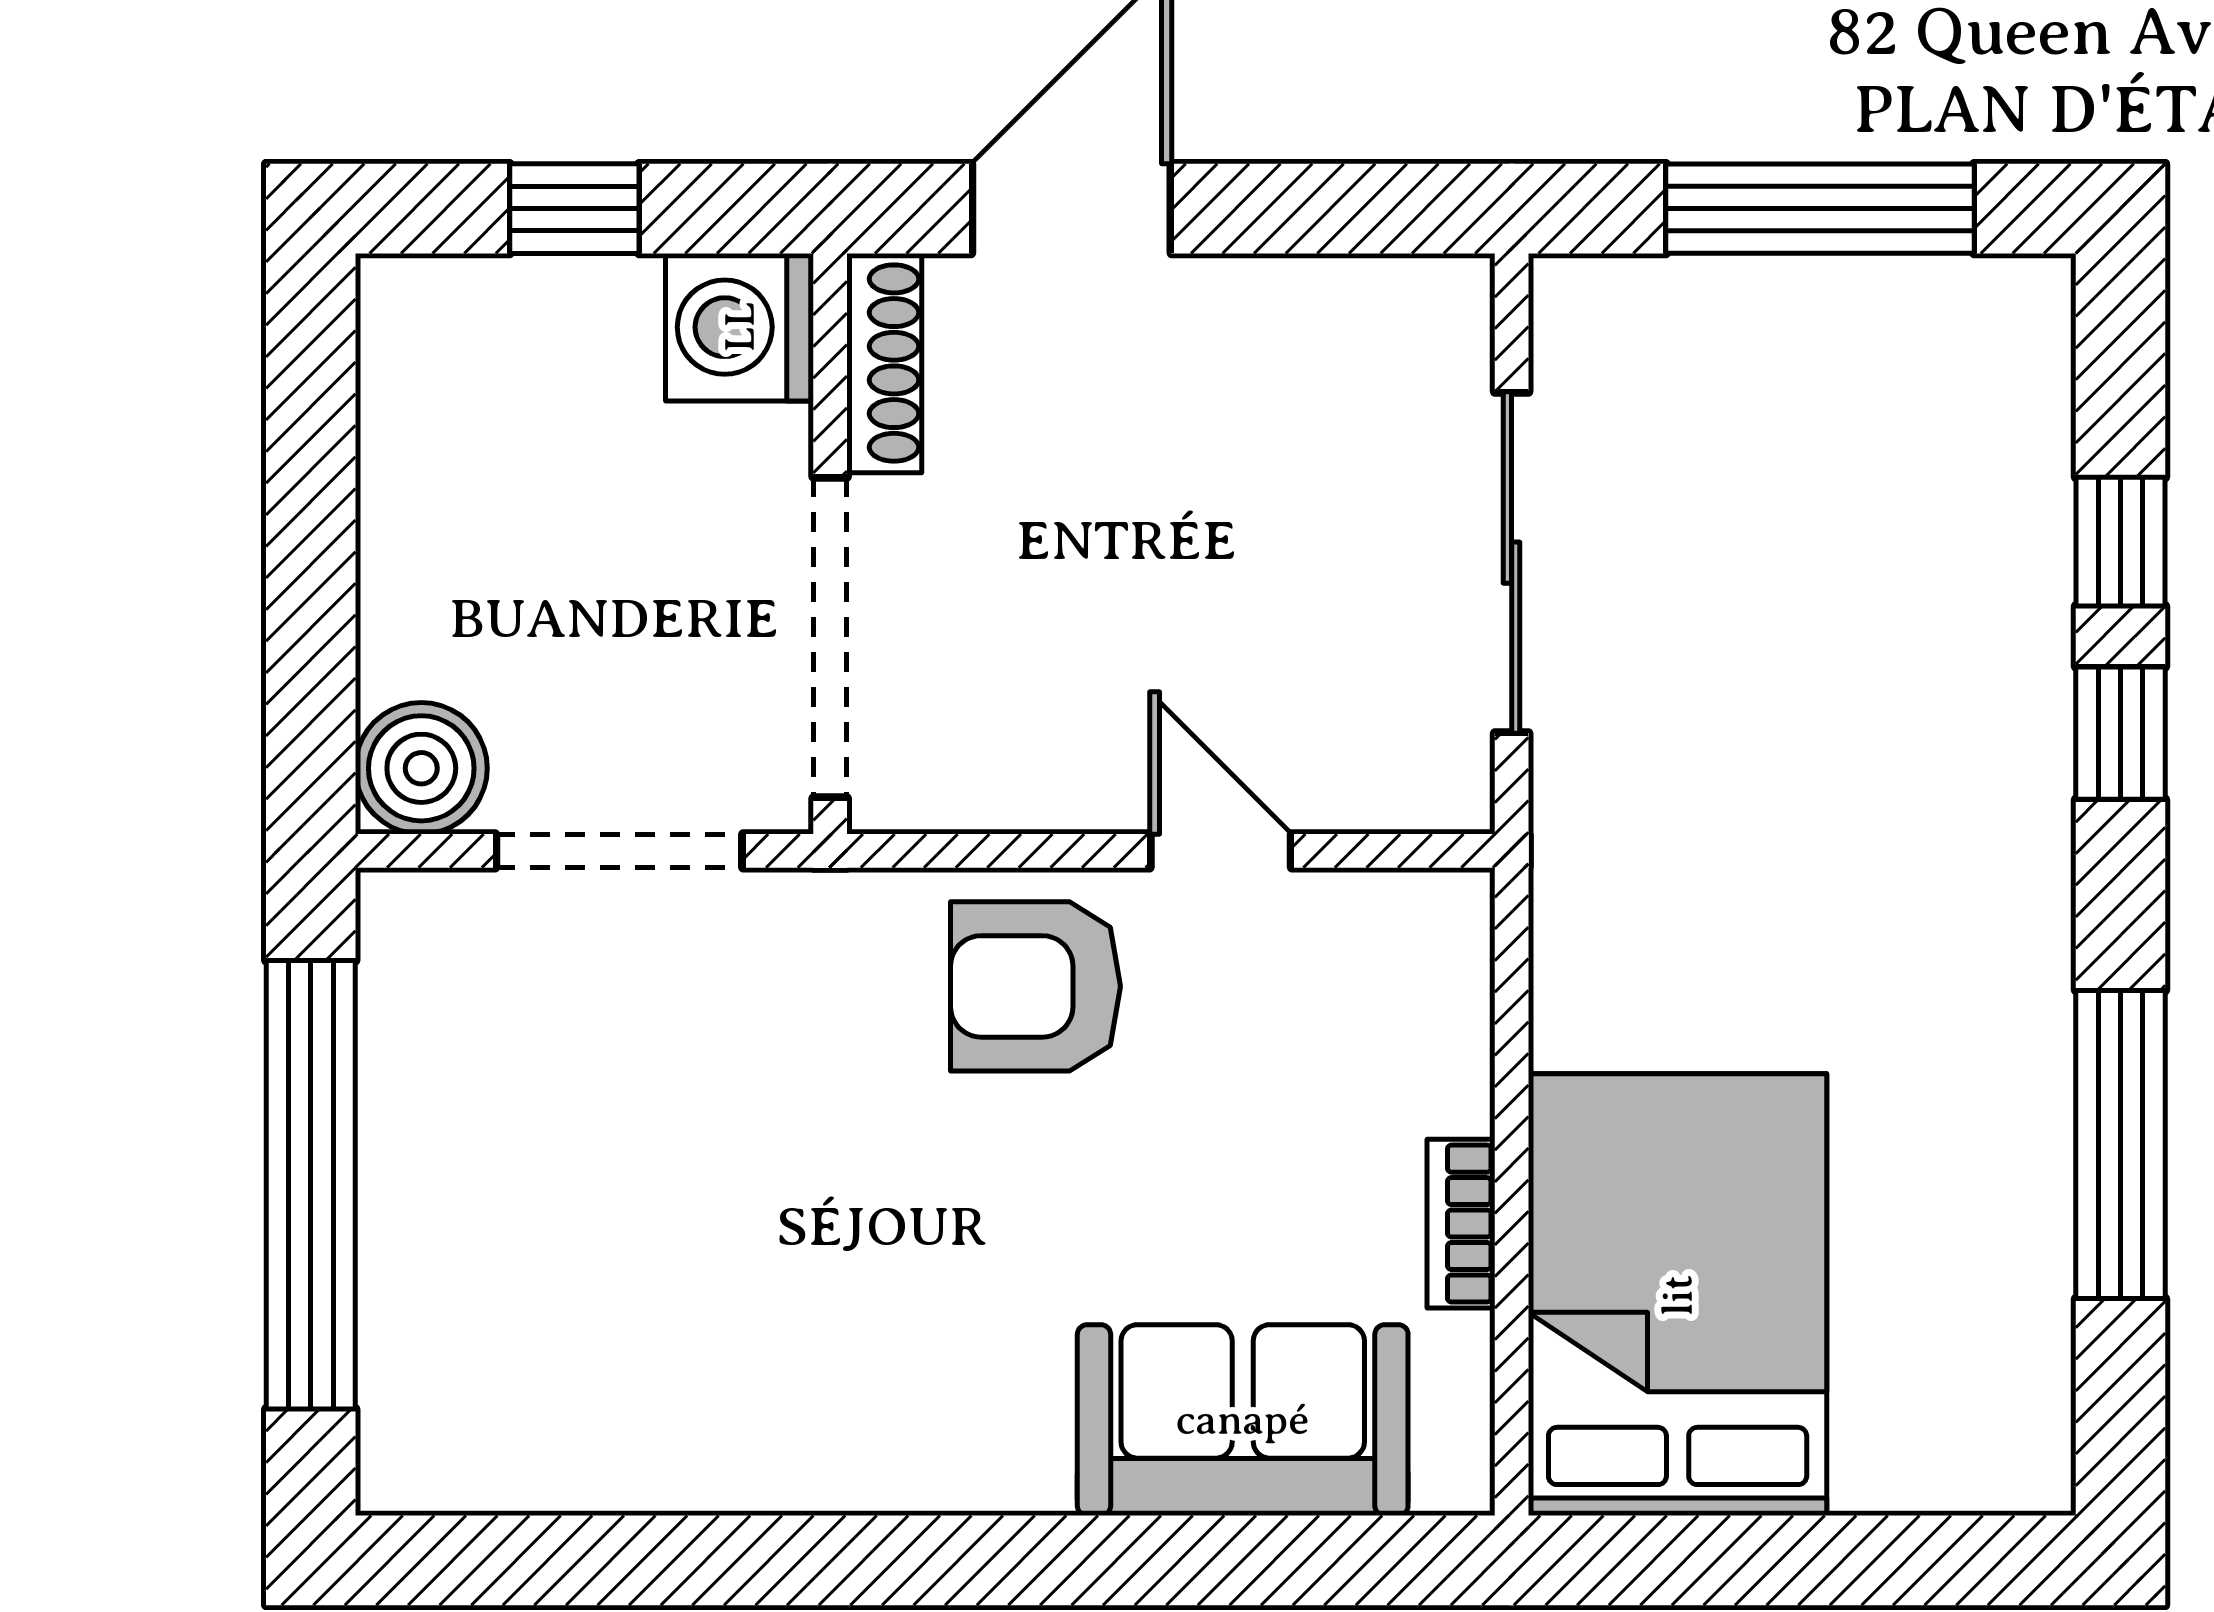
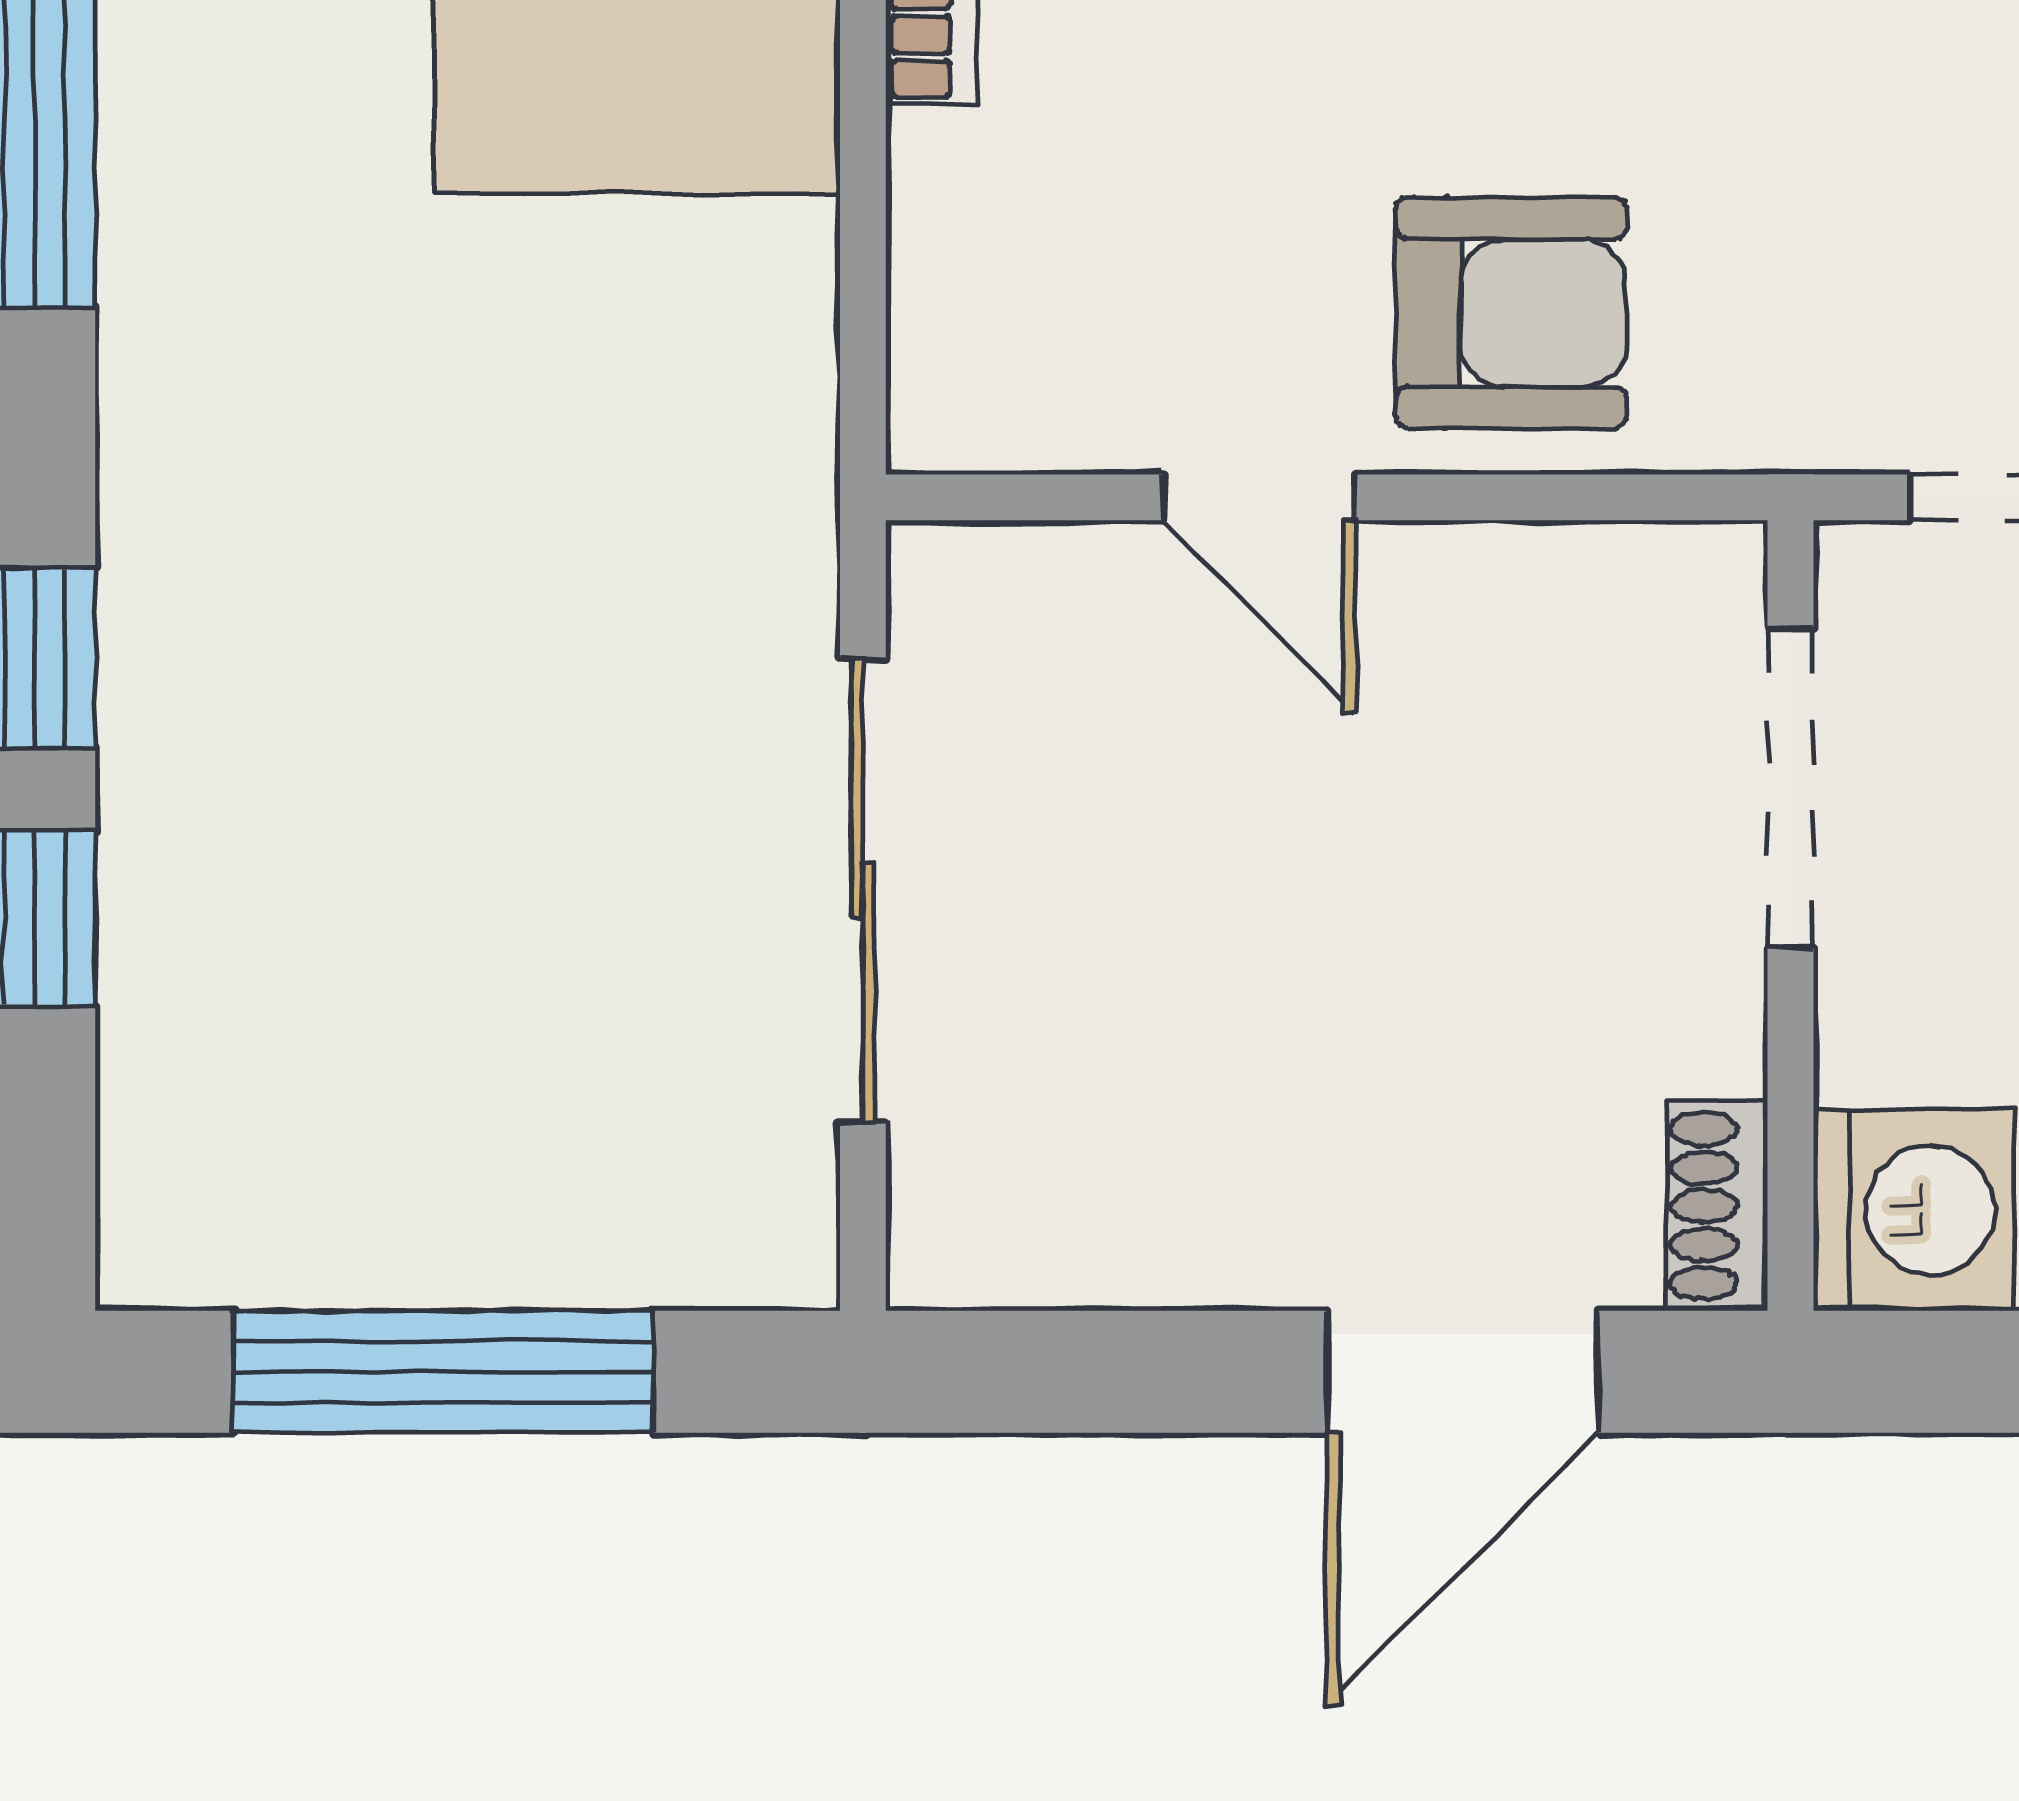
shoe rack: (884, 363) -> (1717, 1206), width x0.70
doorway: (830, 638) -> (1791, 788), width x0.73

